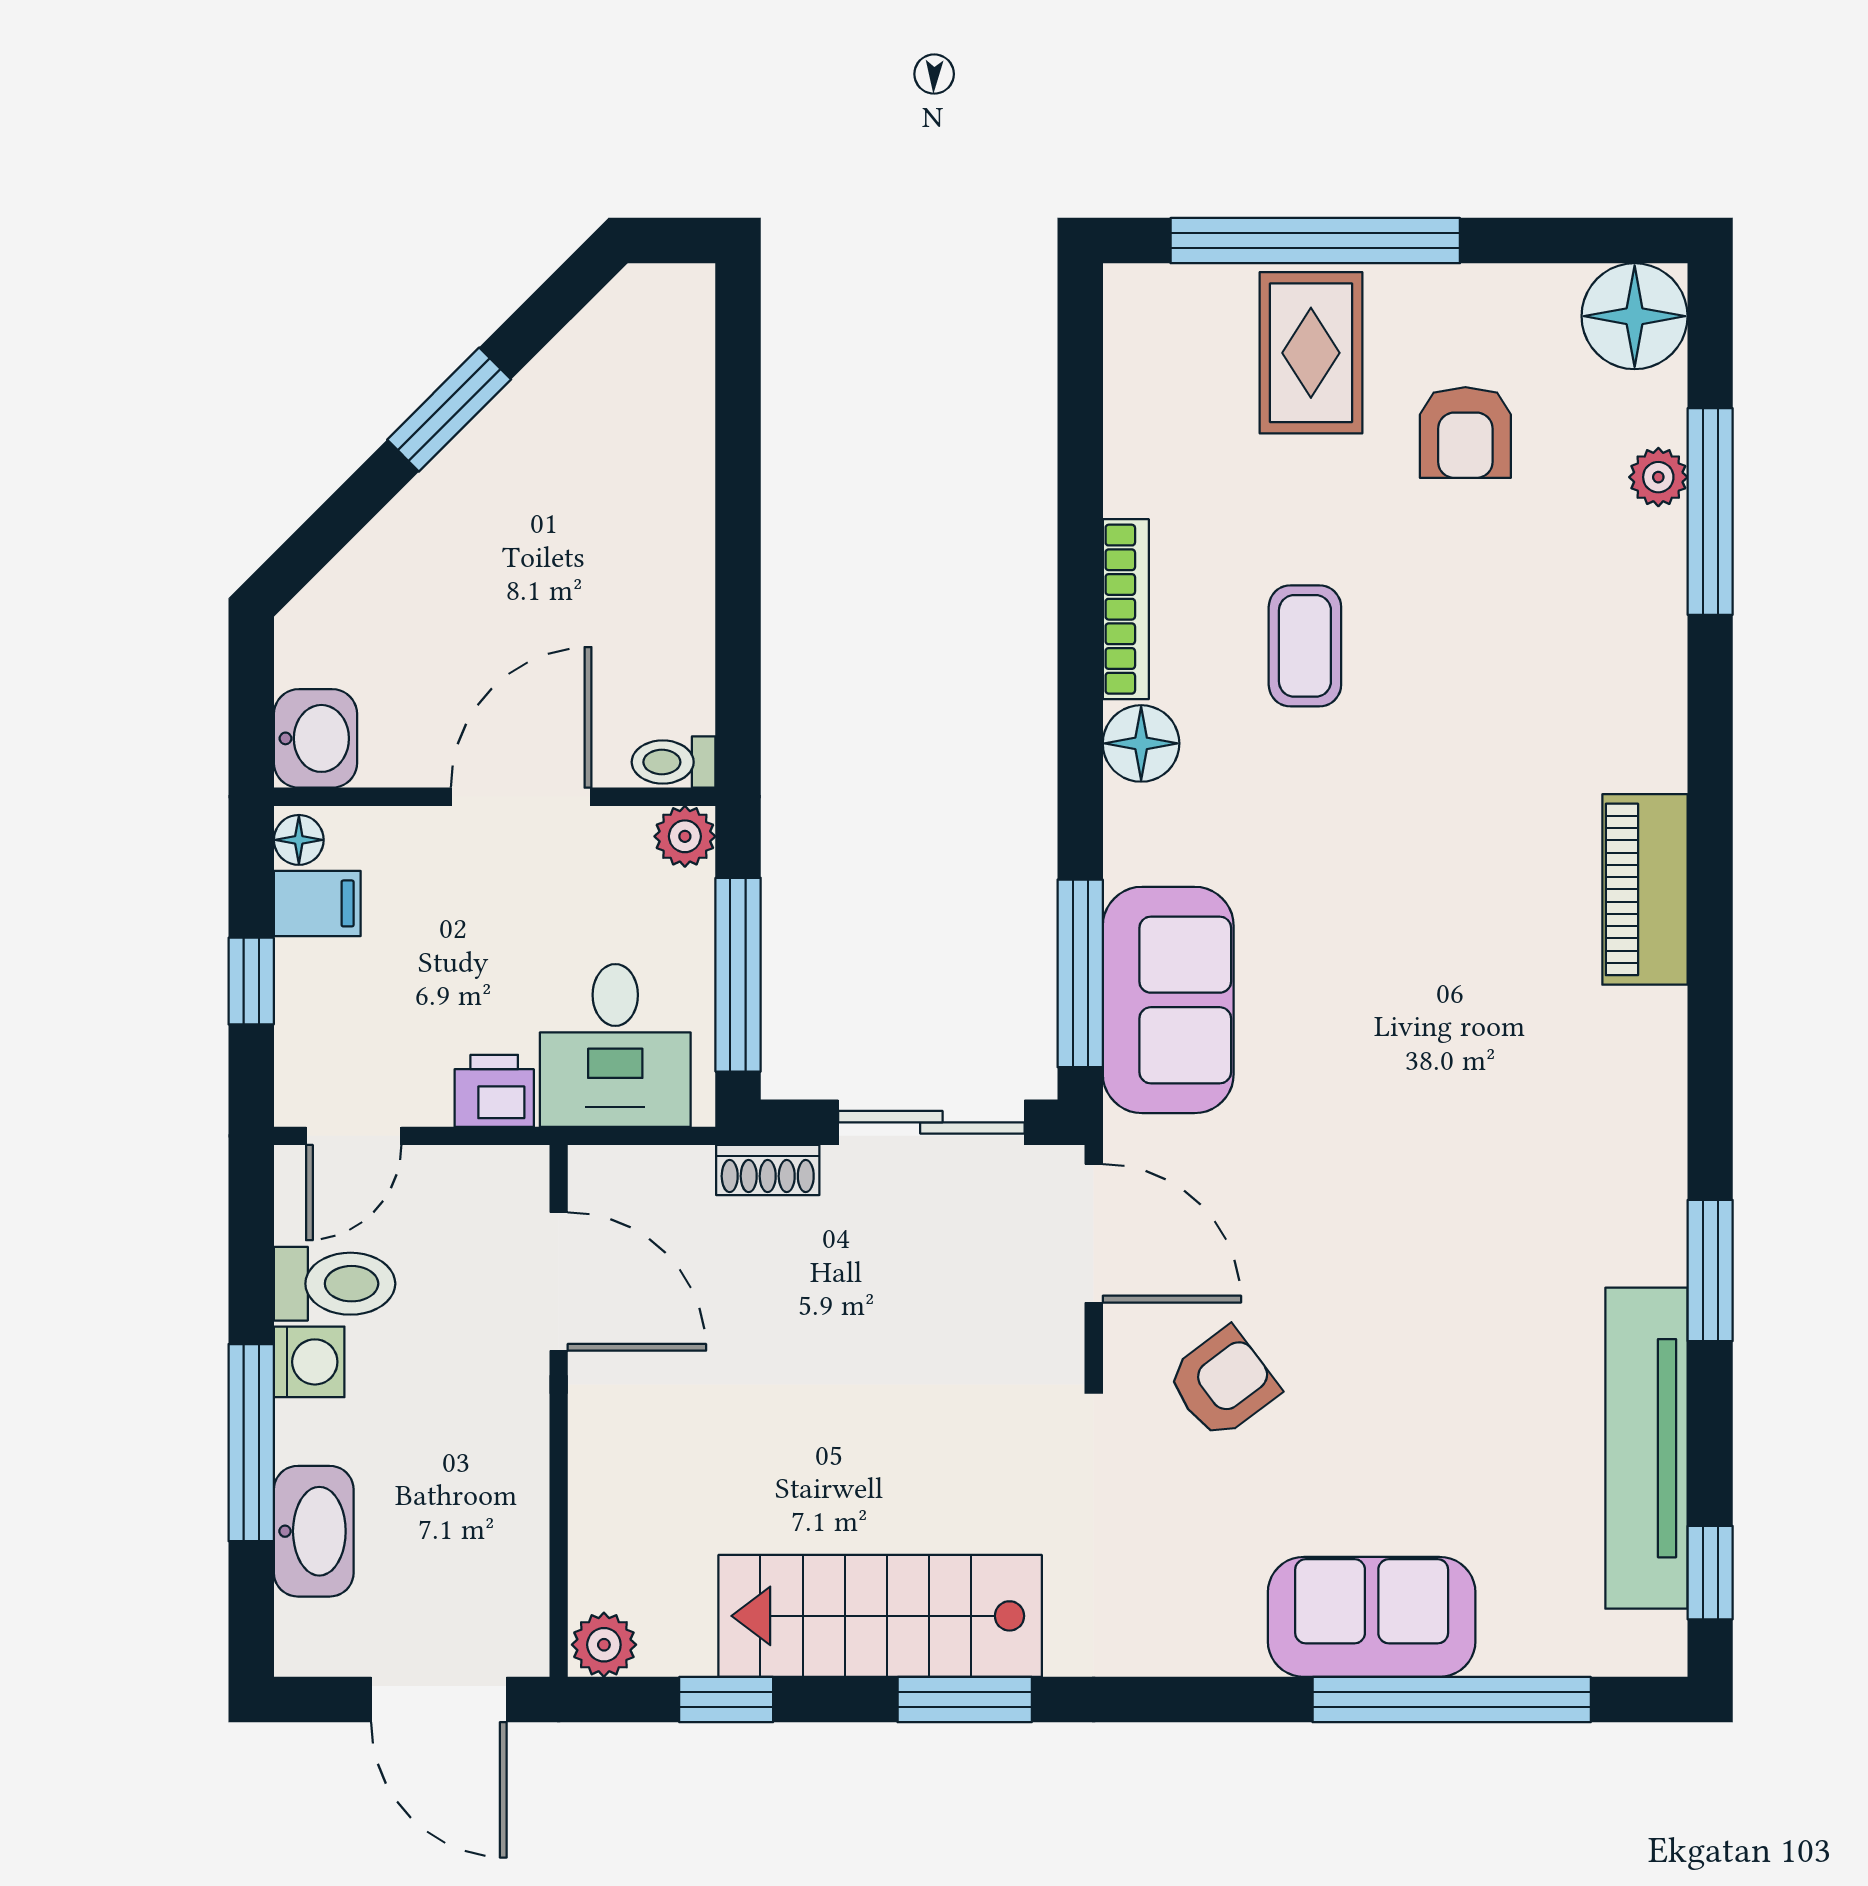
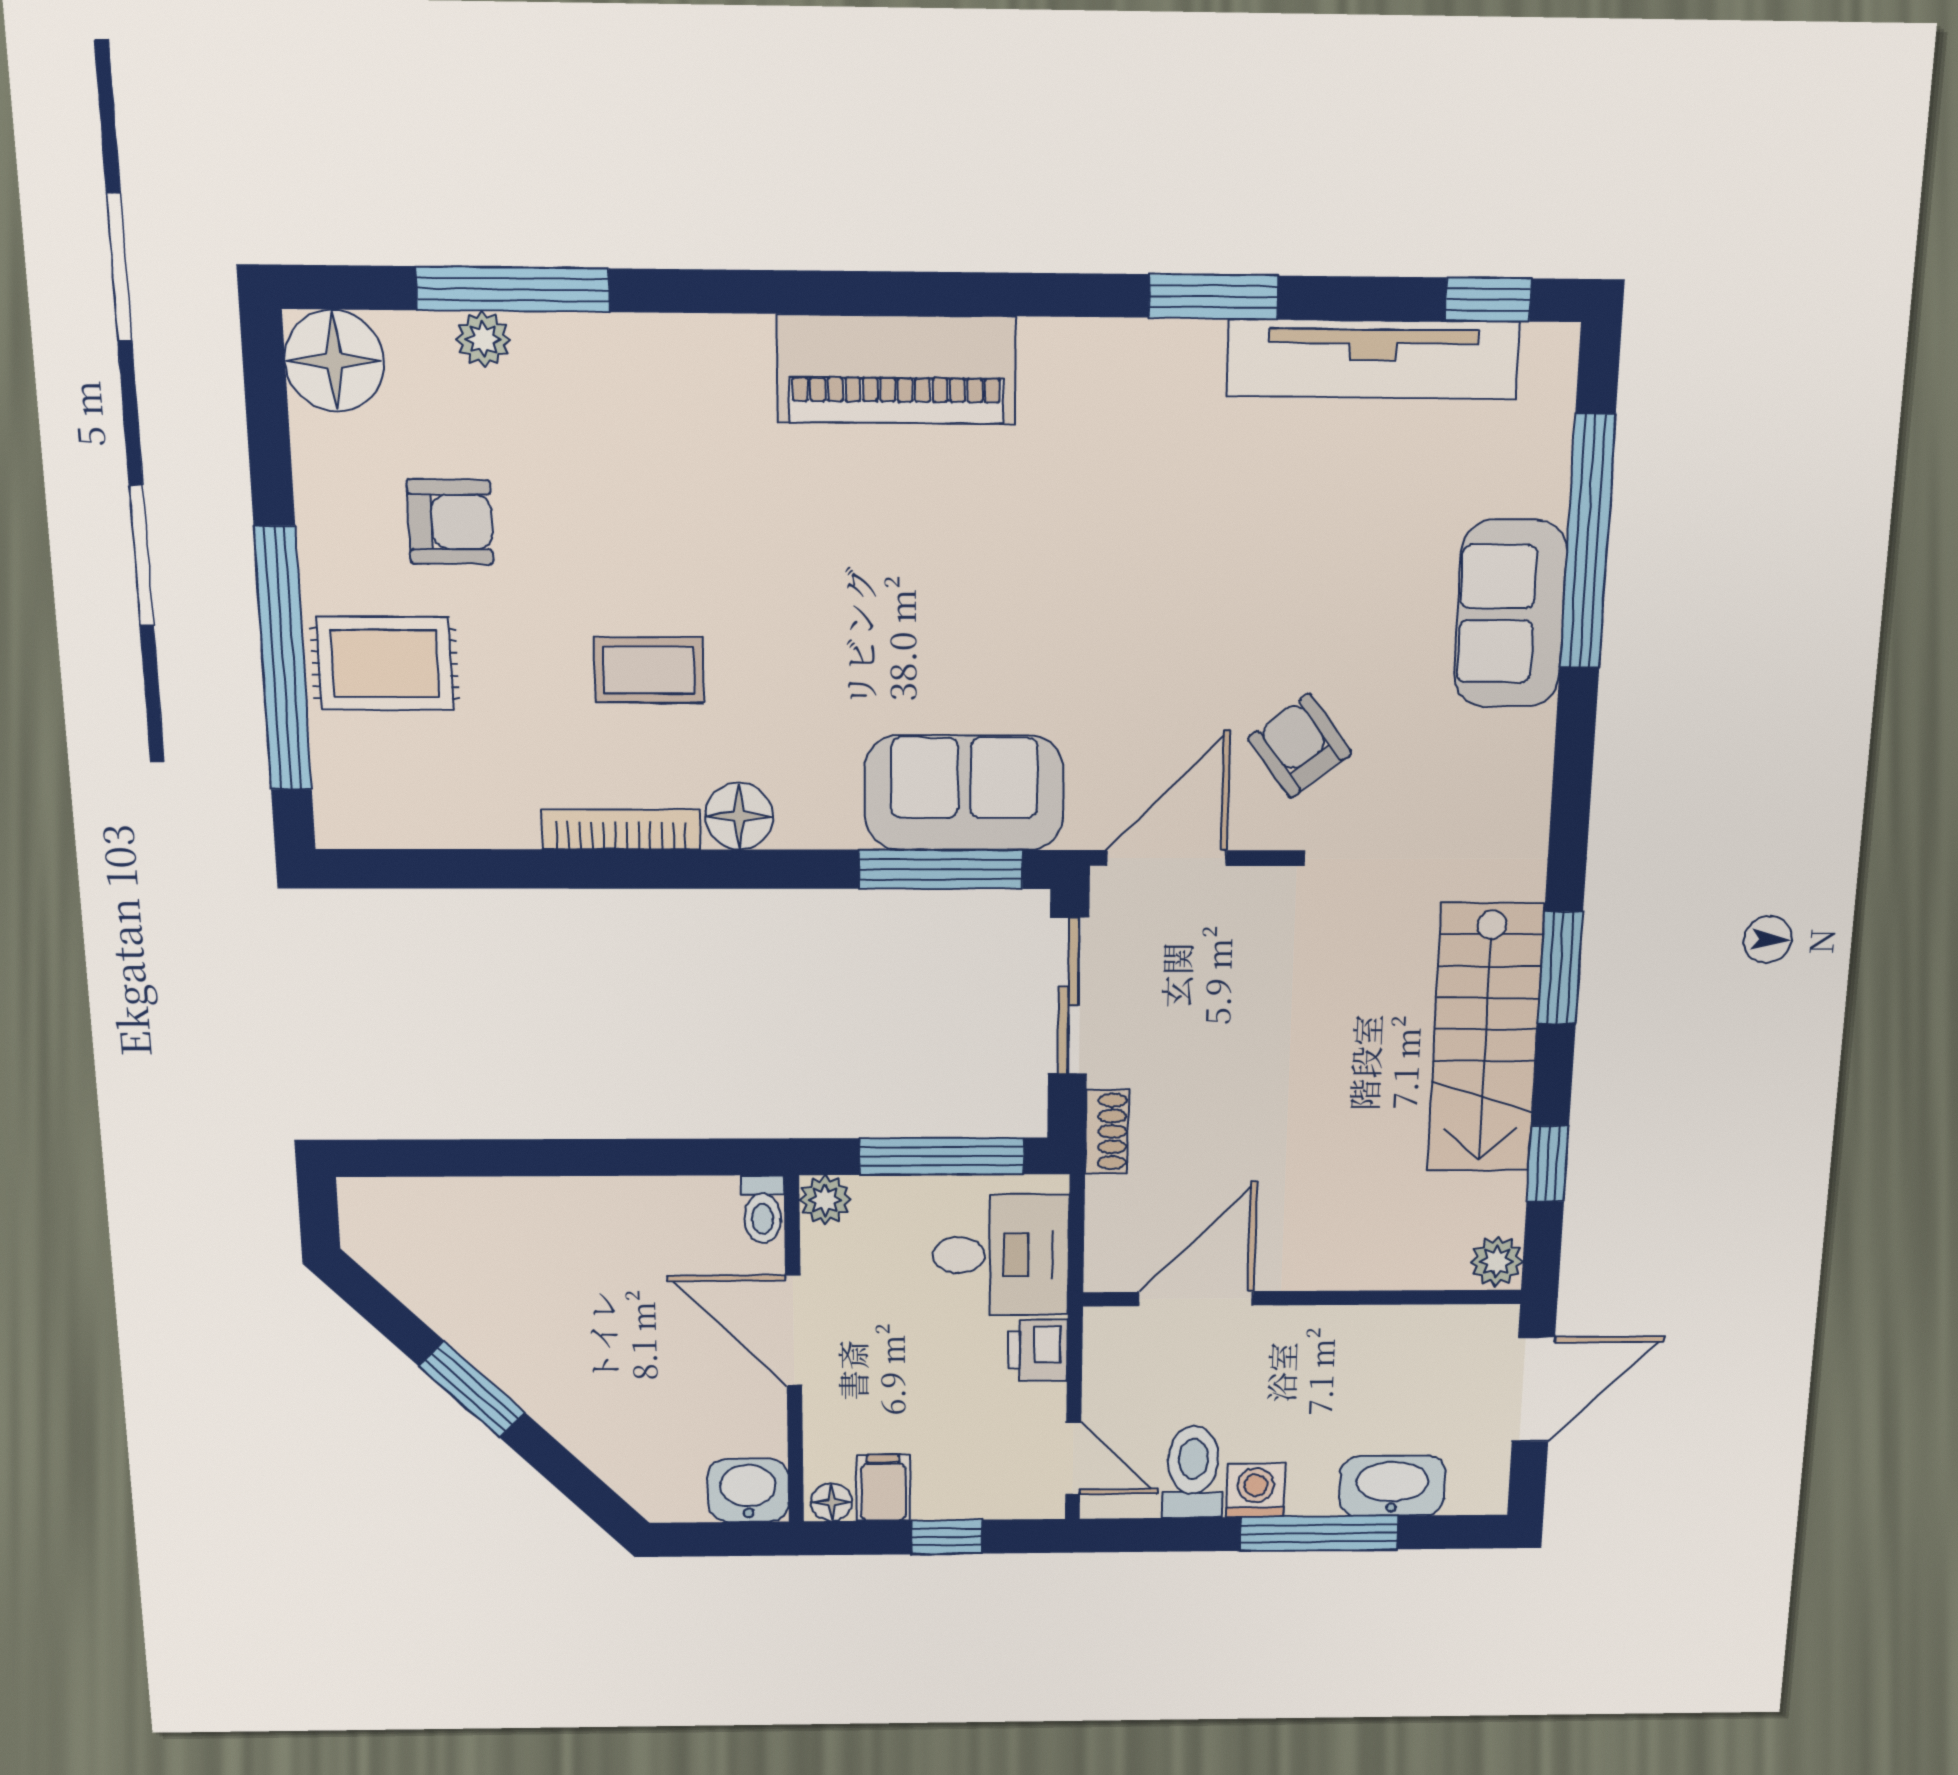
piano: (1645, 889) -> (896, 369), width x1.37, depth x1.33

